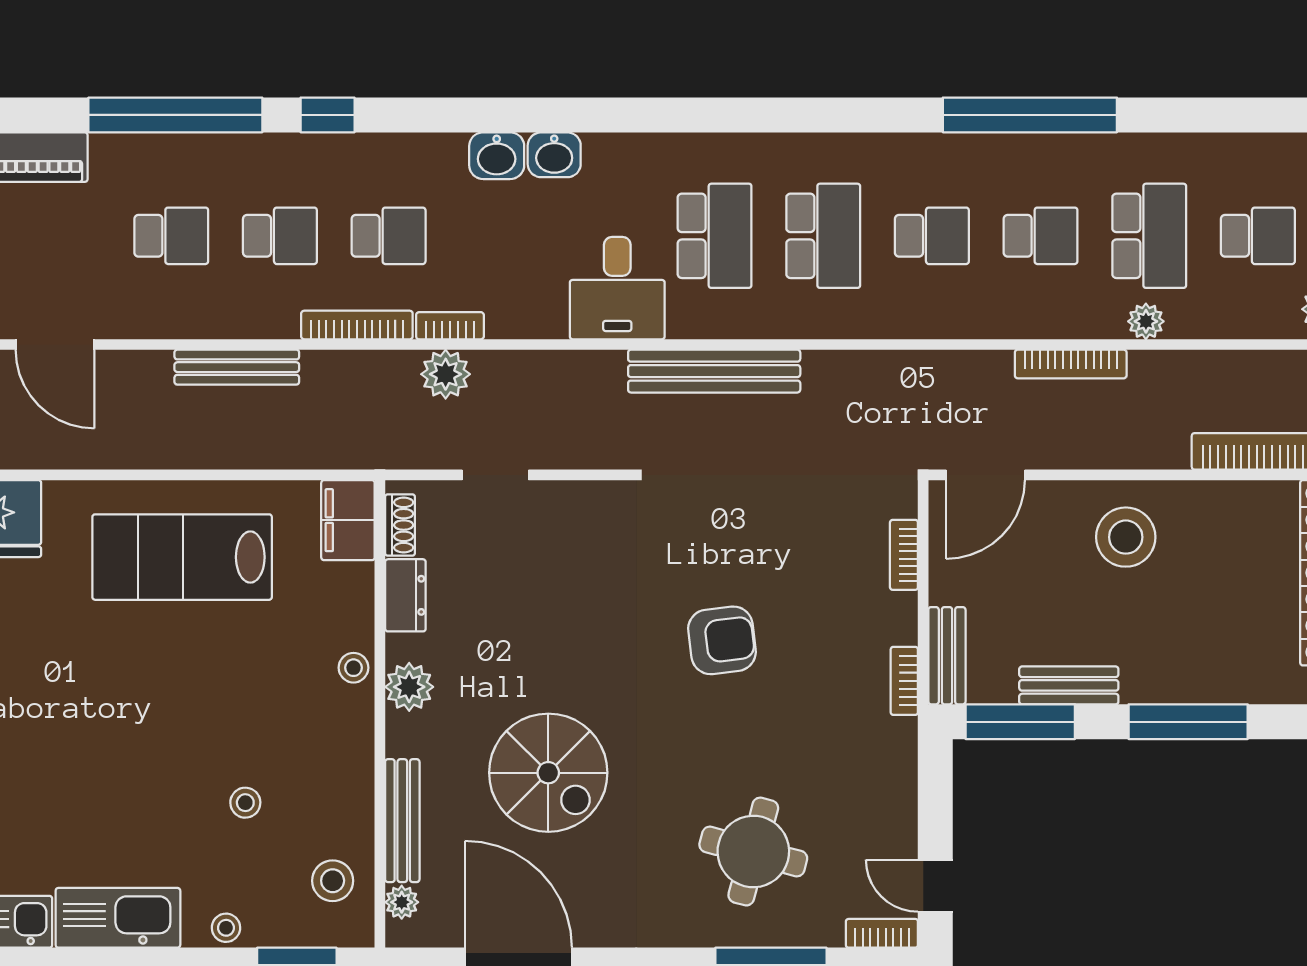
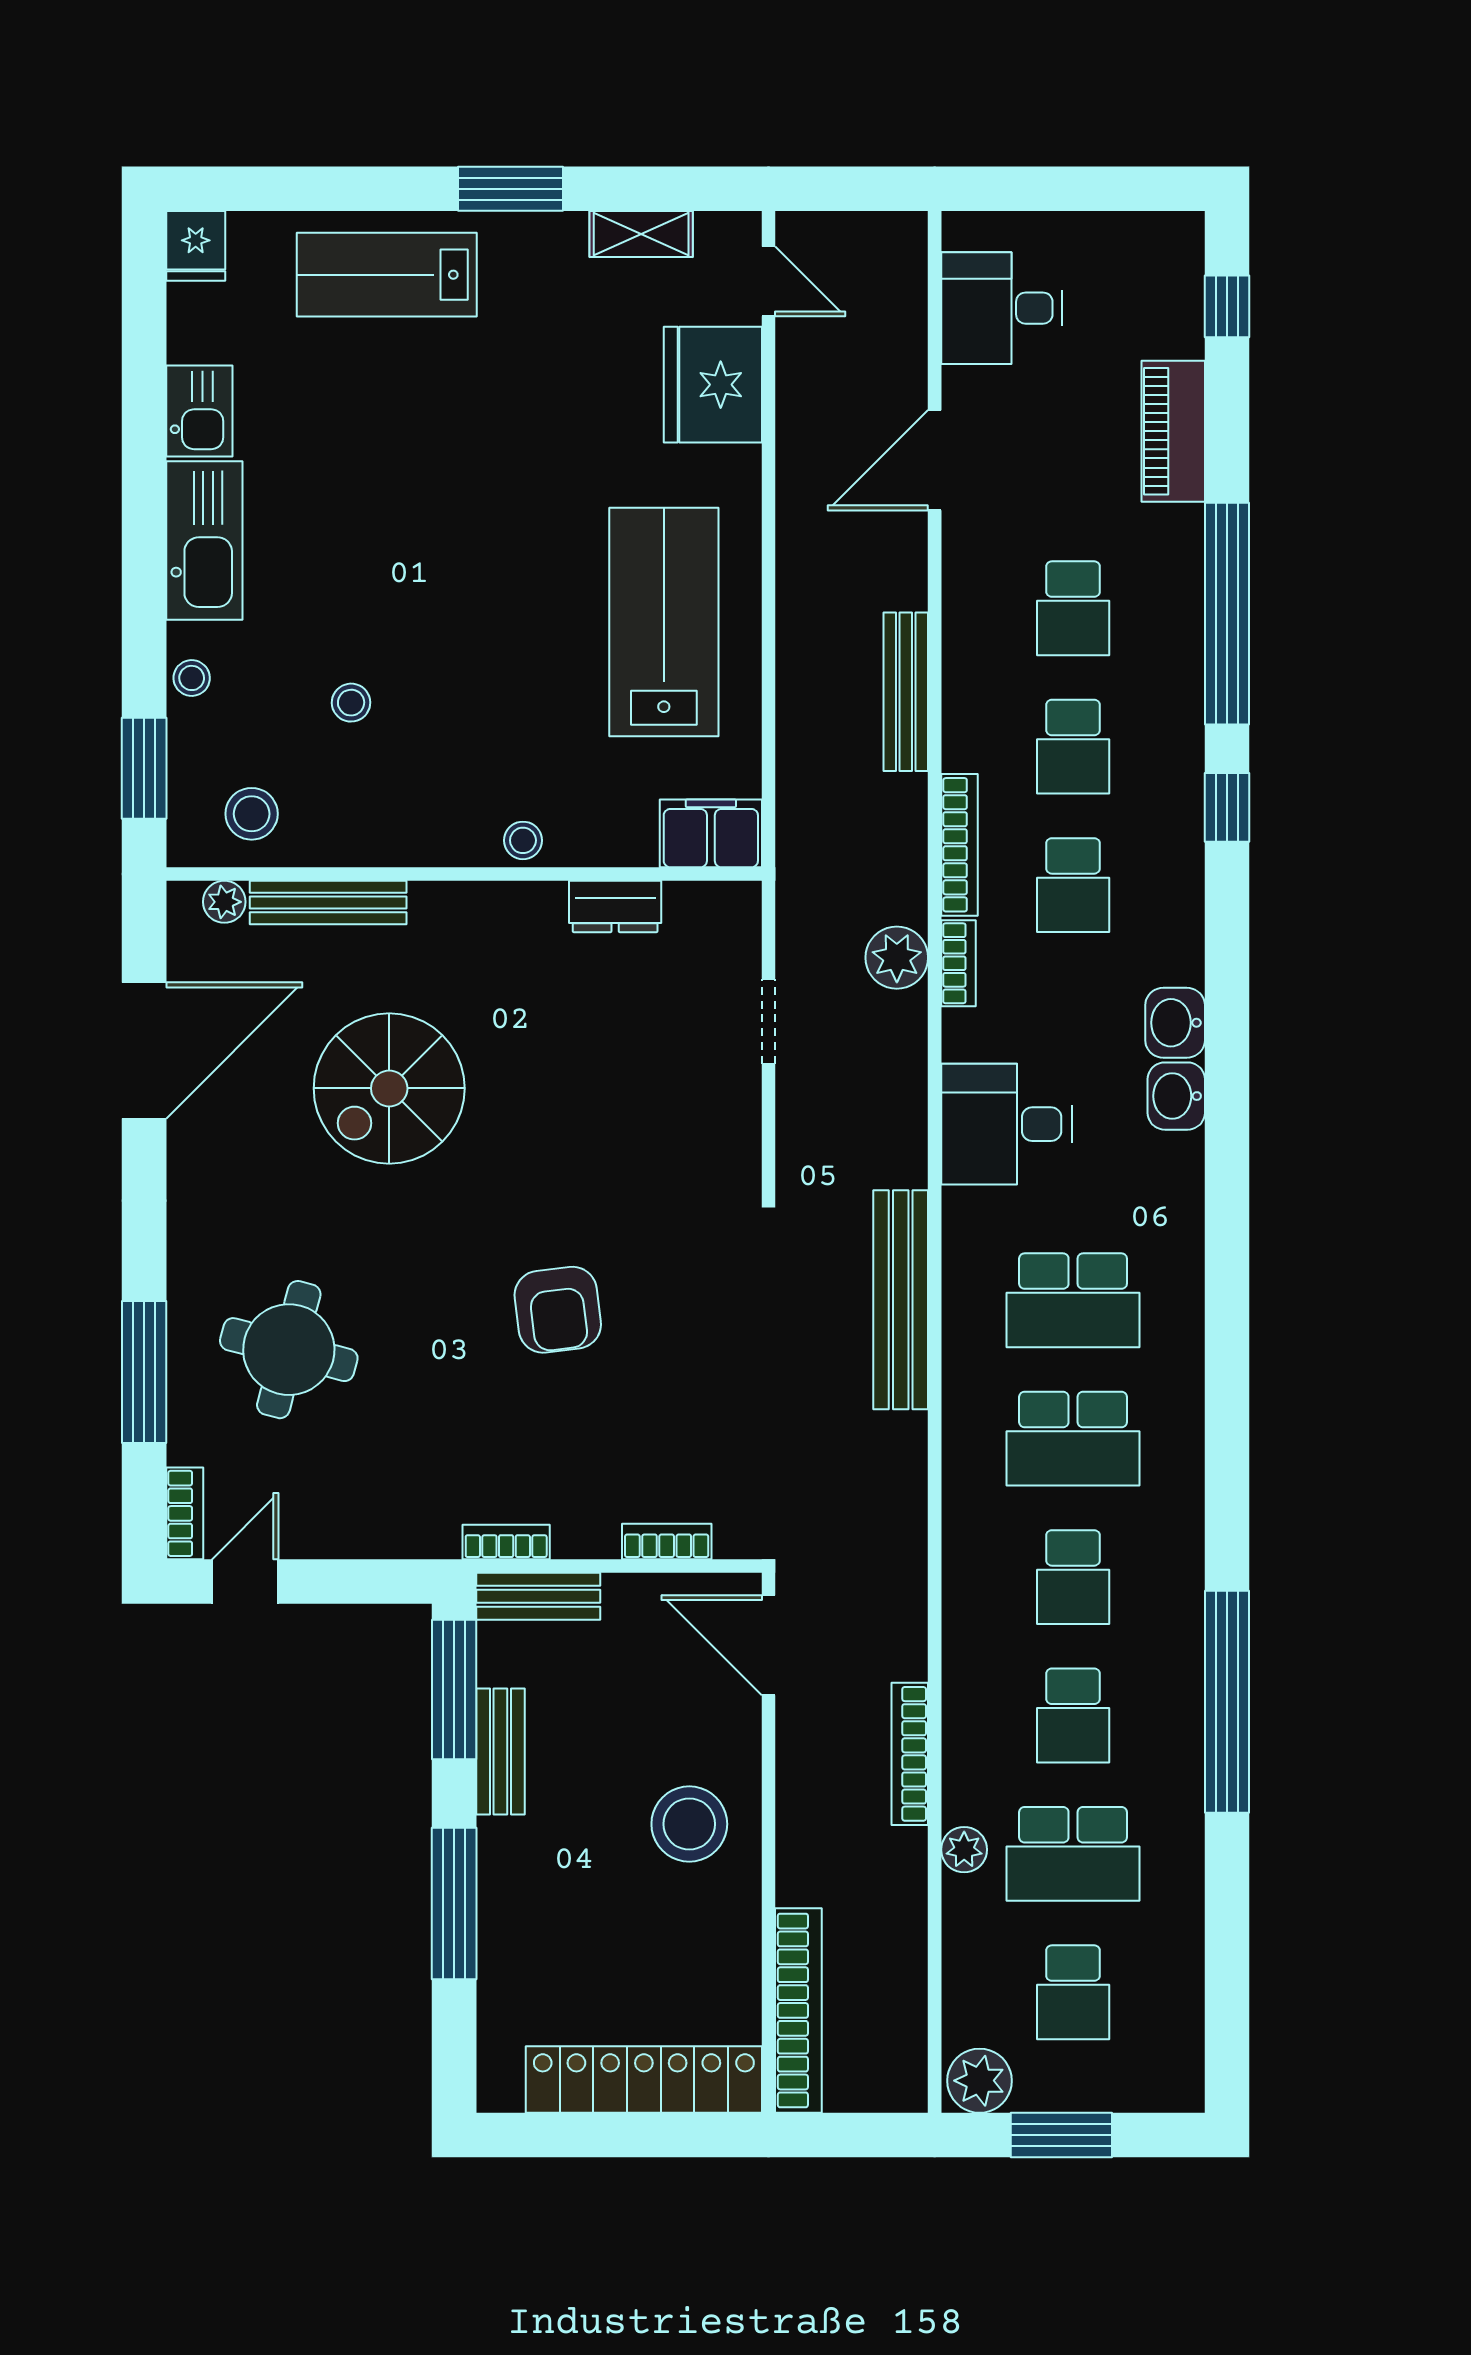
desk: (617, 288) -> (1006, 1124), moved
shoe rack: (400, 525) -> (705, 900), removed
plant: (409, 687) -> (498, 911), removed

